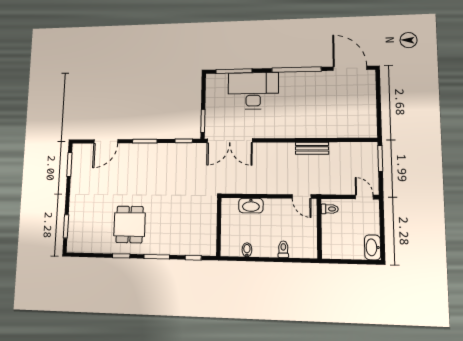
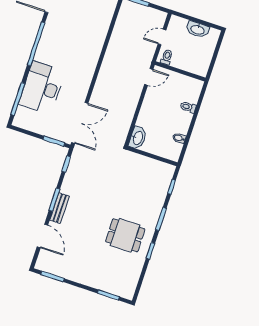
bench: (312, 148) -> (59, 208), moved
door: (364, 197) -> (162, 37), moved
washbasin: (251, 206) -> (138, 138), moved
washbasin: (373, 247) -> (198, 30), moved

